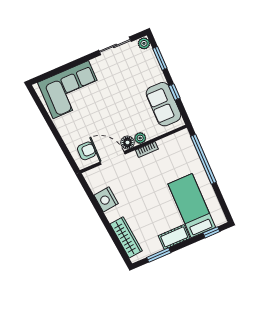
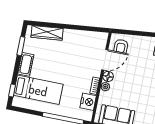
nightstand: (106, 199) -> (88, 102), moved, turned 96

